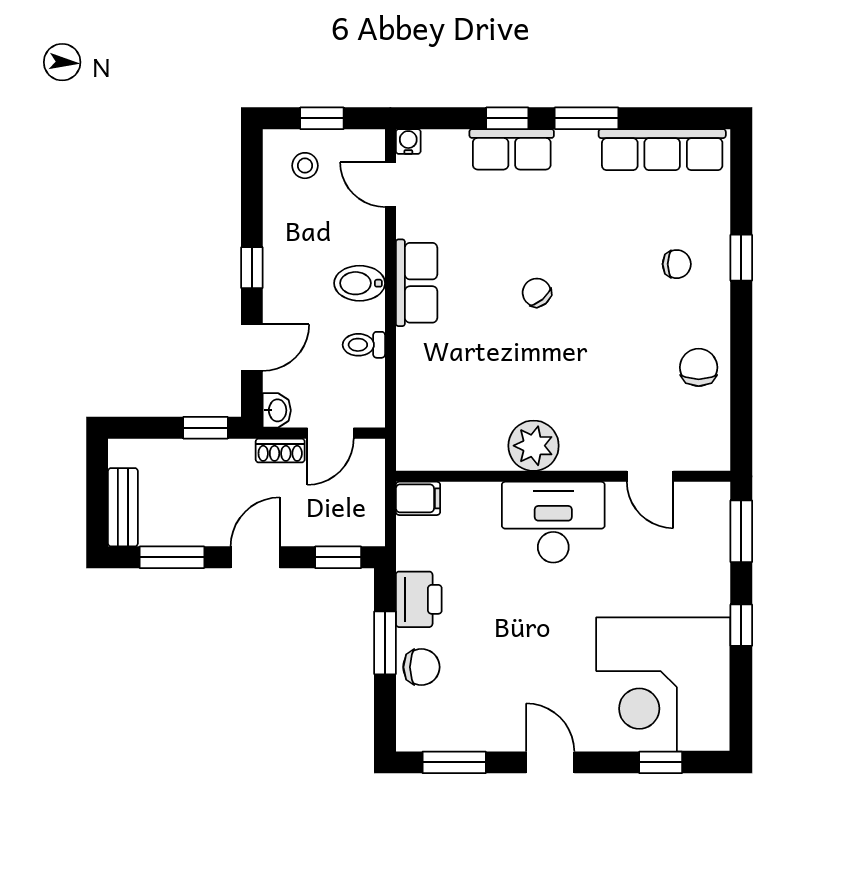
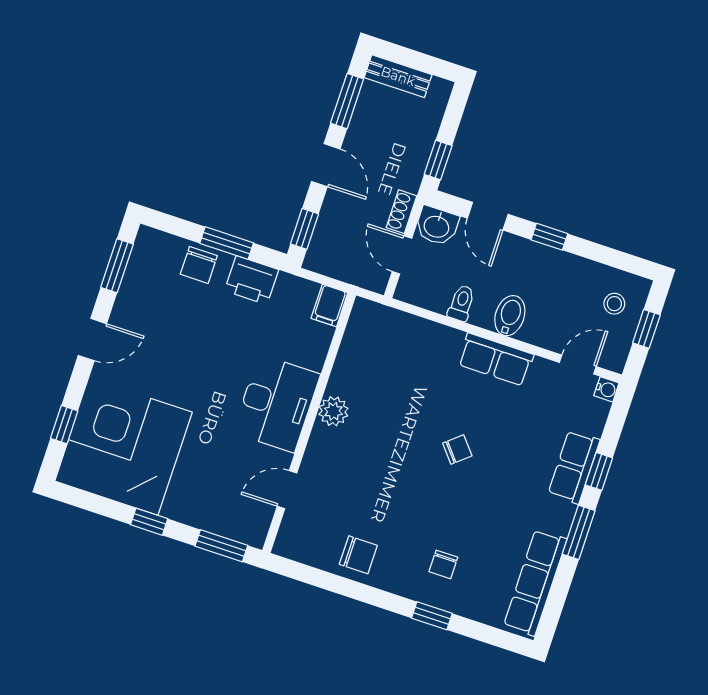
washbasin: (277, 410) -> (437, 226), width x1.38, depth x1.45
plant: (534, 446) -> (333, 411), width x0.73, depth x0.73

